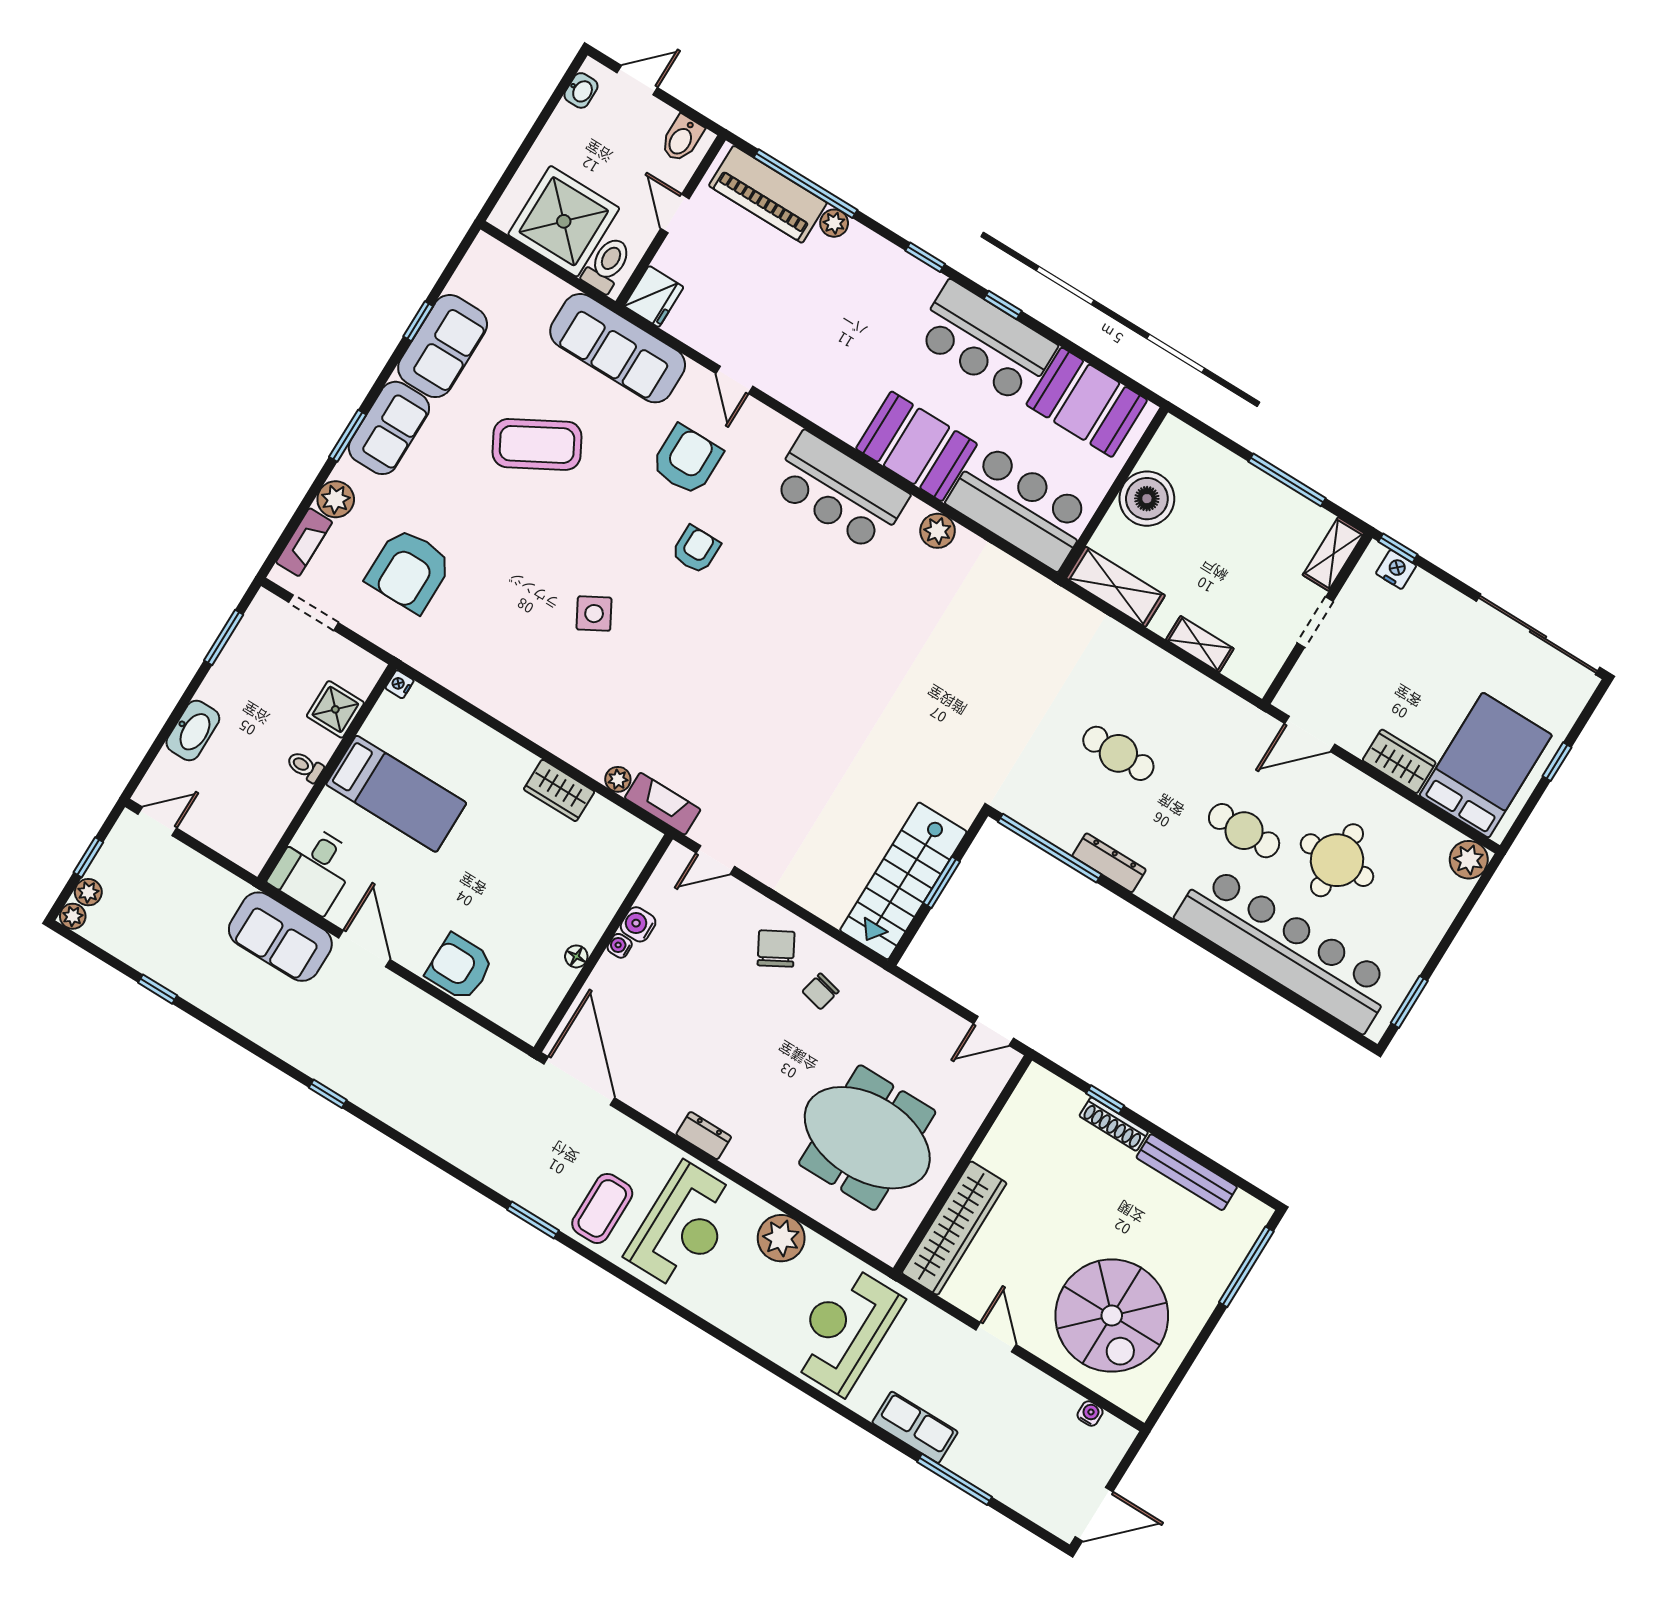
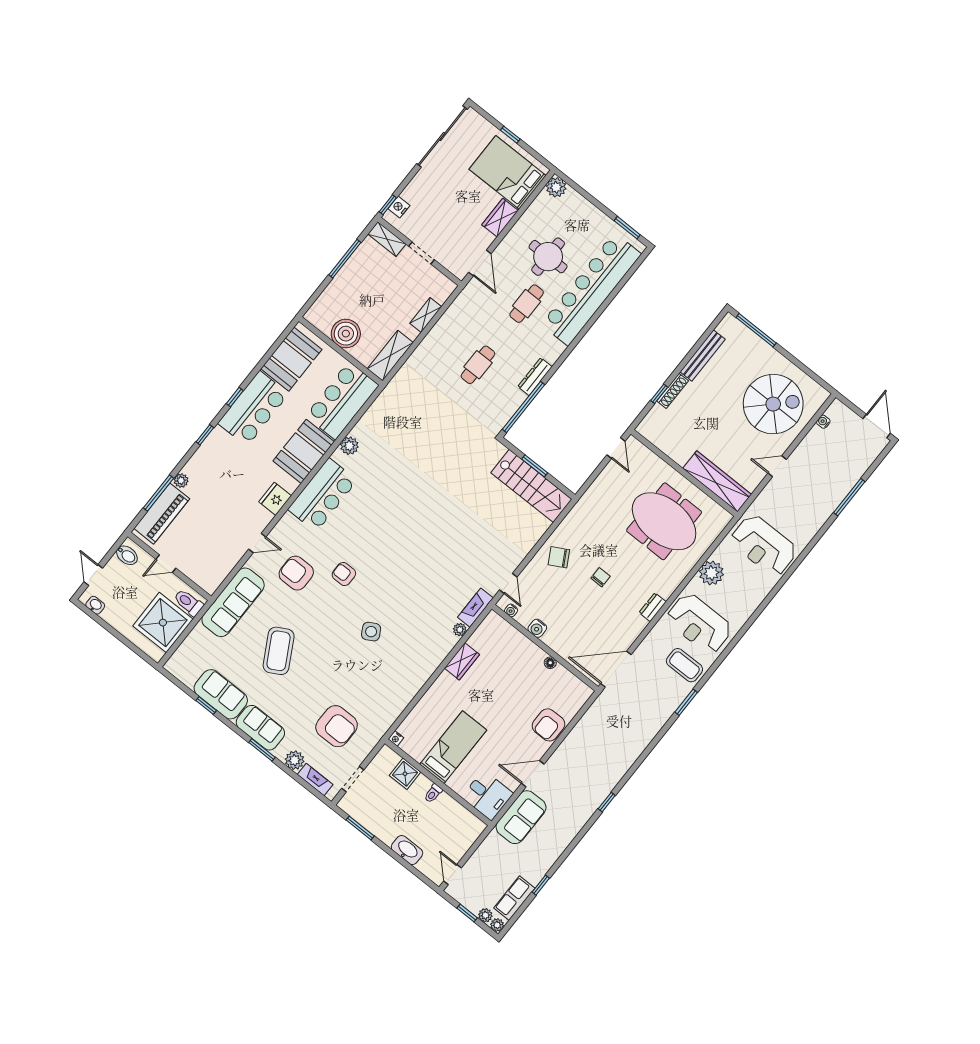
window: (806, 184) -> (158, 493), width x0.68
fridge: (654, 297) -> (275, 499), moved, turned -90
water cooler: (620, 946) -> (511, 610), moved
chair: (820, 991) -> (601, 577), moved, turned -103
meeting table: (867, 1138) -> (664, 521), turned 90
reception desk: (683, 1227) -> (699, 624), turned 180
row of seats: (915, 1427) -> (514, 898), moved

